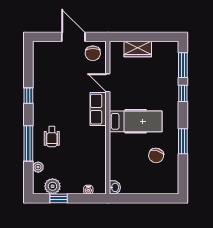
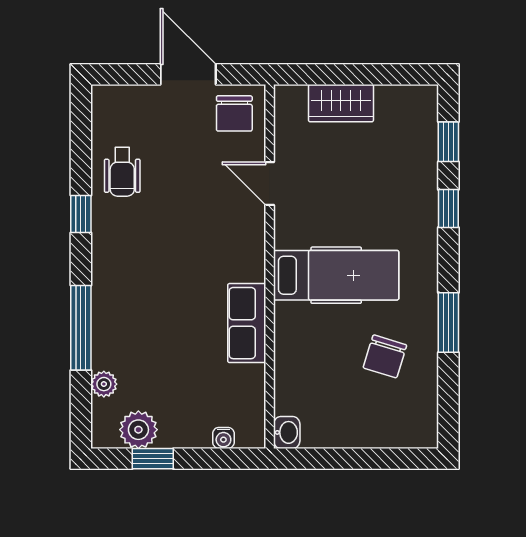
window: (183, 65) -> (448, 142), width x0.67
row of seats: (98, 109) -> (247, 323), moved
wheelchair: (52, 137) -> (122, 172), moved

